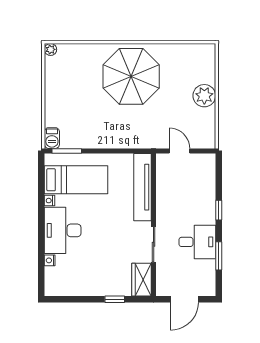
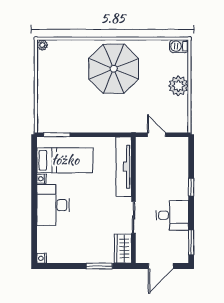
barbecue: (52, 138) -> (179, 46), moved, turned 90
window: (219, 256) -> (191, 242), moved
nightstand: (50, 260) -> (42, 258), moved
window: (115, 299) -> (99, 266), width x1.50

